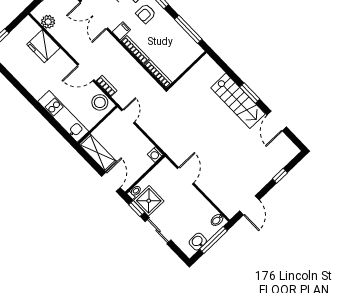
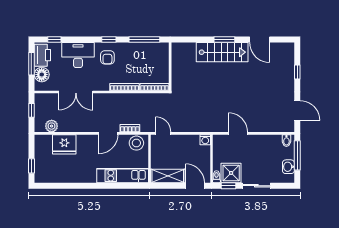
filing cabinet: (121, 31) -> (103, 84), removed

